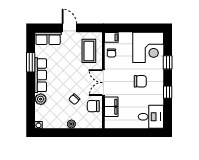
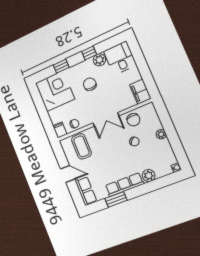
door: (69, 28) -> (68, 174), swing flipped
coffee table: (89, 51) -> (81, 146), turned 90
plant: (158, 99) -> (99, 60), added
filing cabinet: (111, 107) -> (140, 92), moved, turned -90

